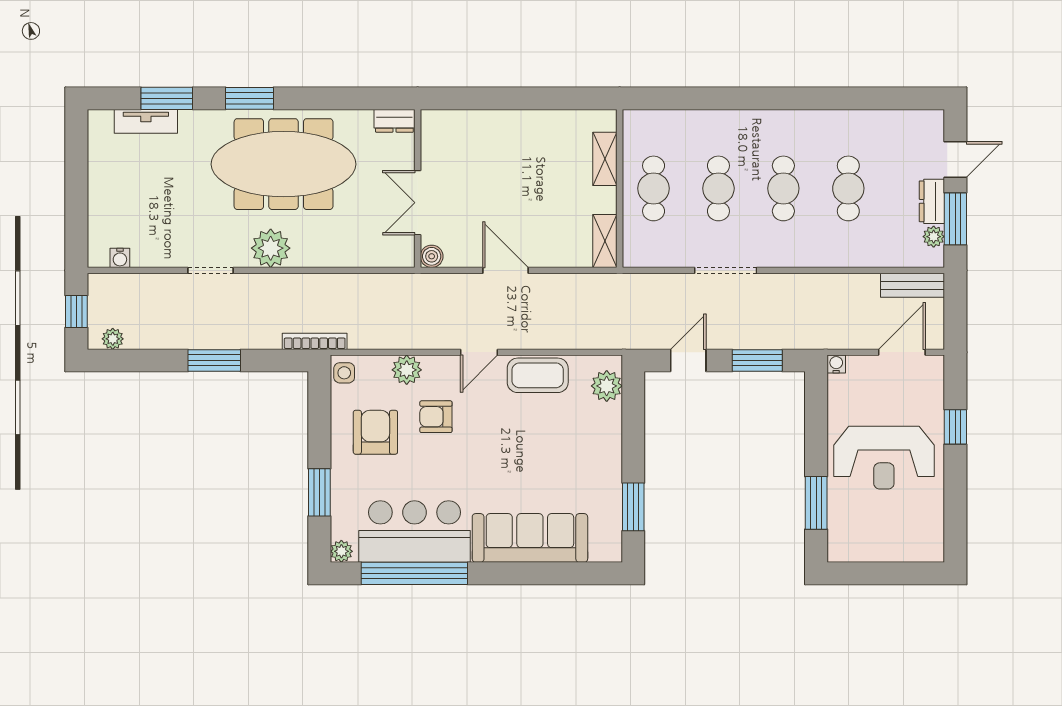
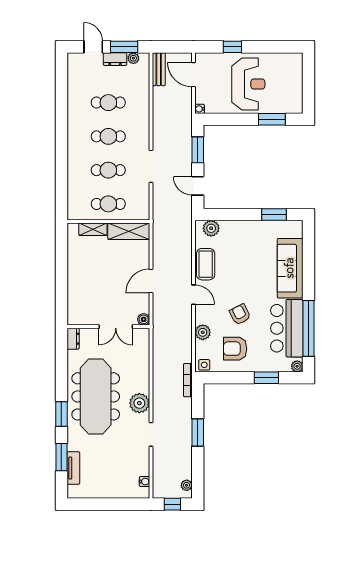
shelving: (605, 241) -> (129, 231), width x1.50, depth x1.33
armchair: (436, 417) -> (240, 314), moved, turned 153

